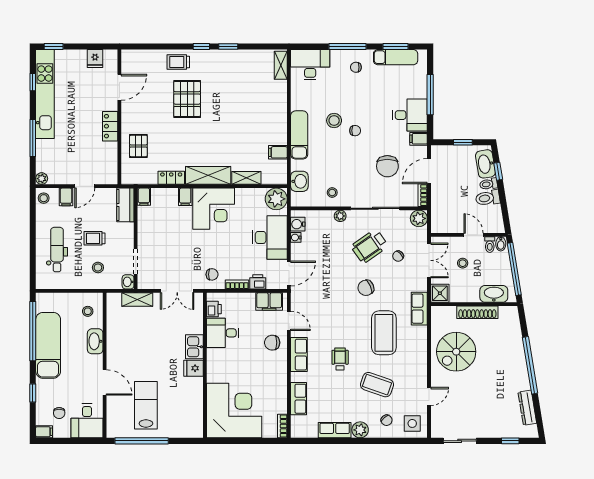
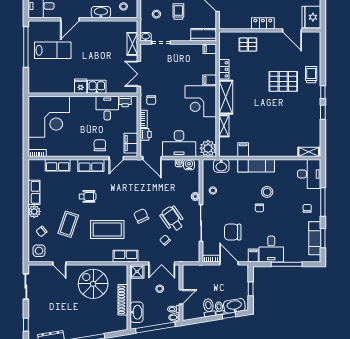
fridge: (95, 59) -> (311, 17), width x1.88, depth x1.34
plant: (419, 218) -> (193, 256), removed

